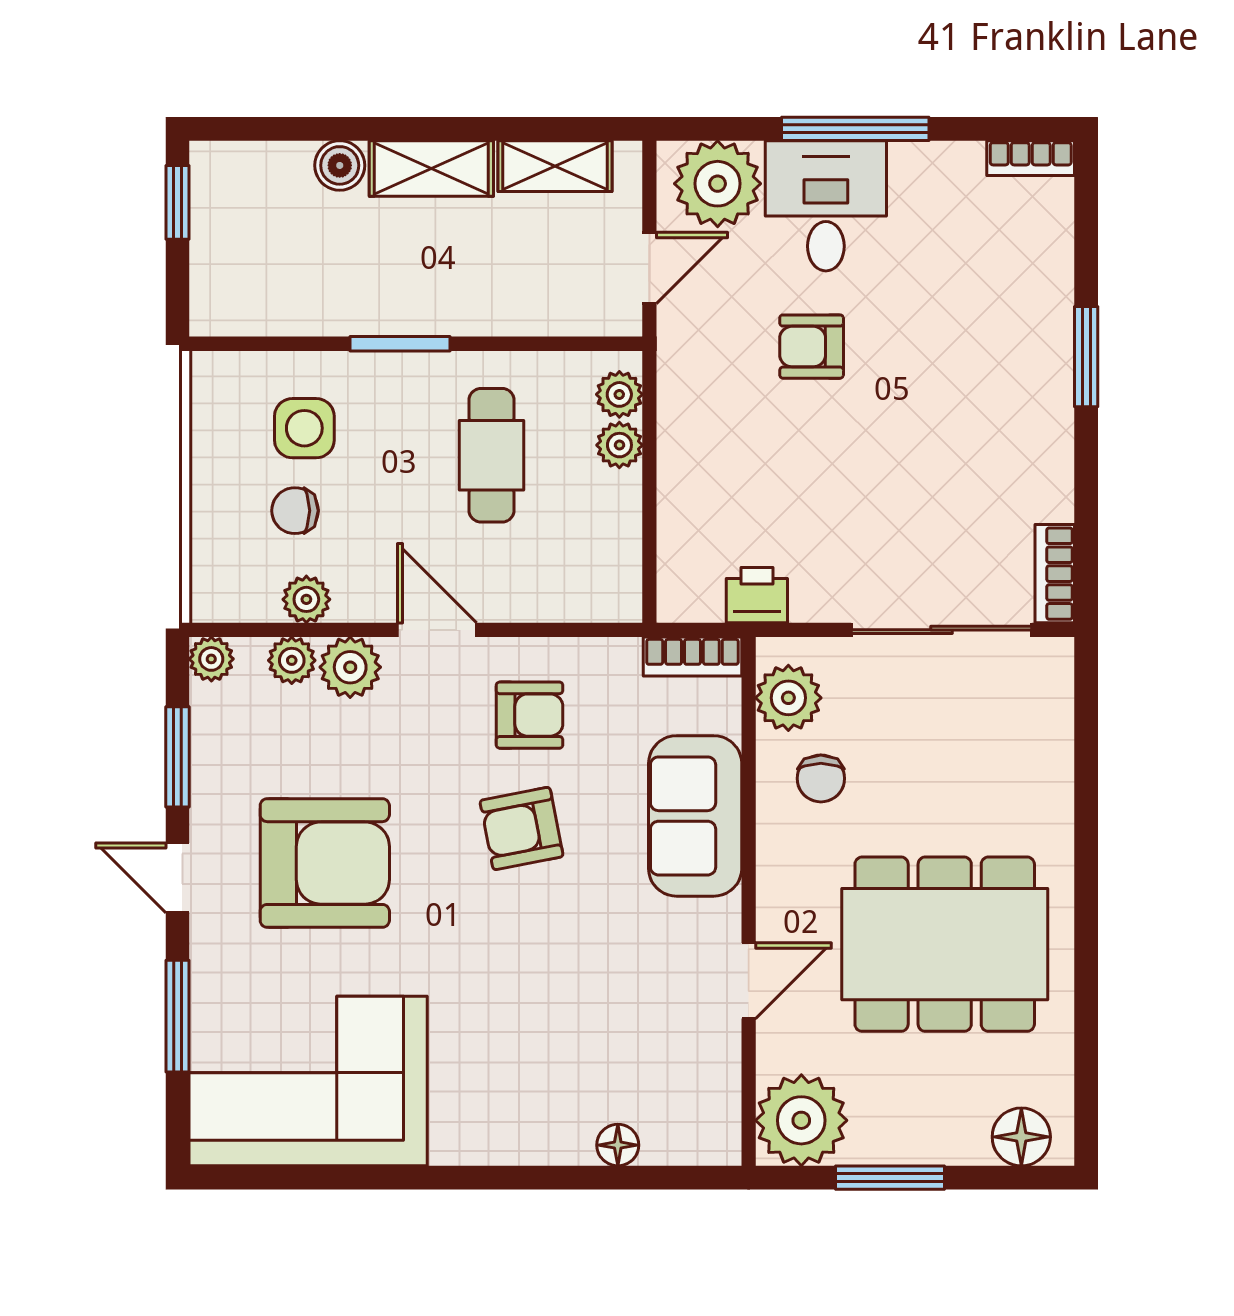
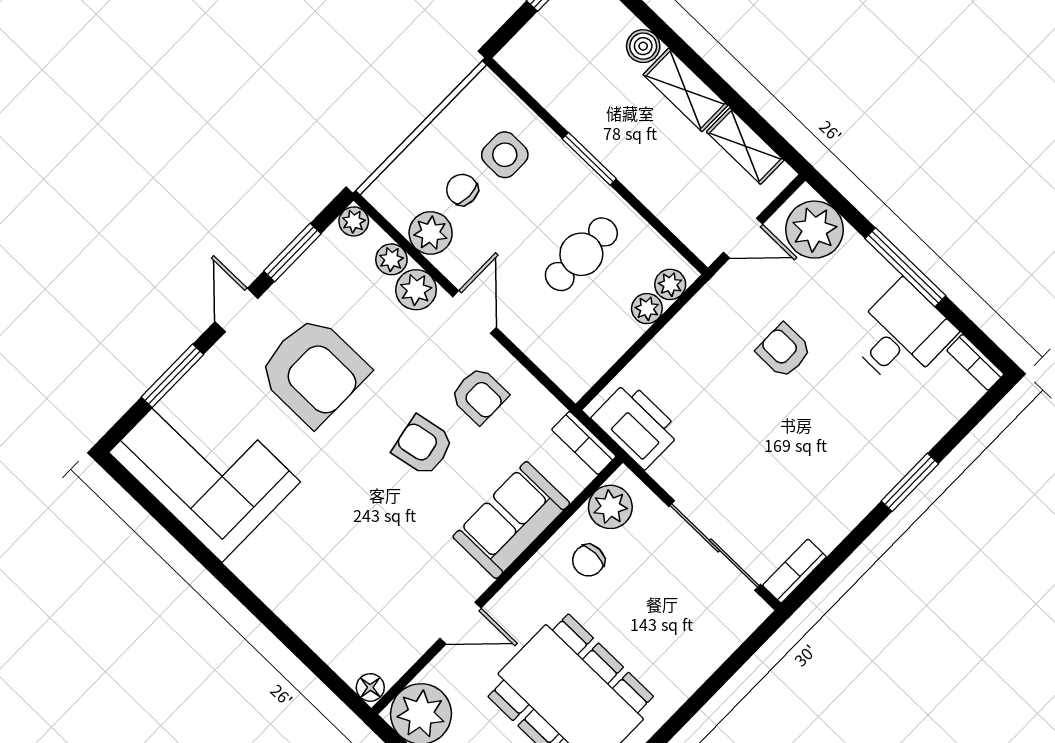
desk: (826, 206) -> (901, 335), moved
printer: (757, 595) -> (636, 425), width x1.87, depth x1.48
plant: (306, 599) -> (431, 233), width x1.38, depth x1.38
floor lamp: (618, 1145) -> (370, 687), moved

